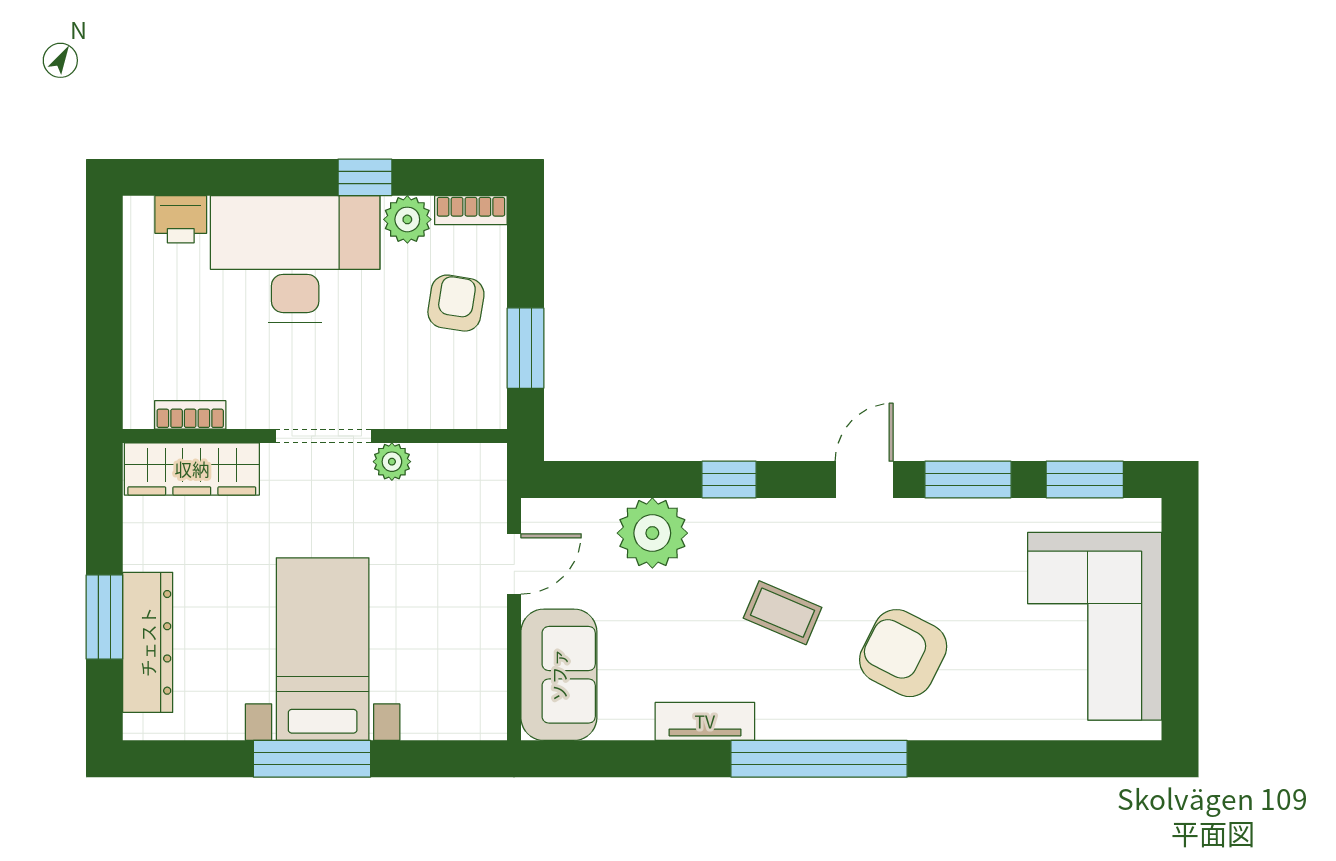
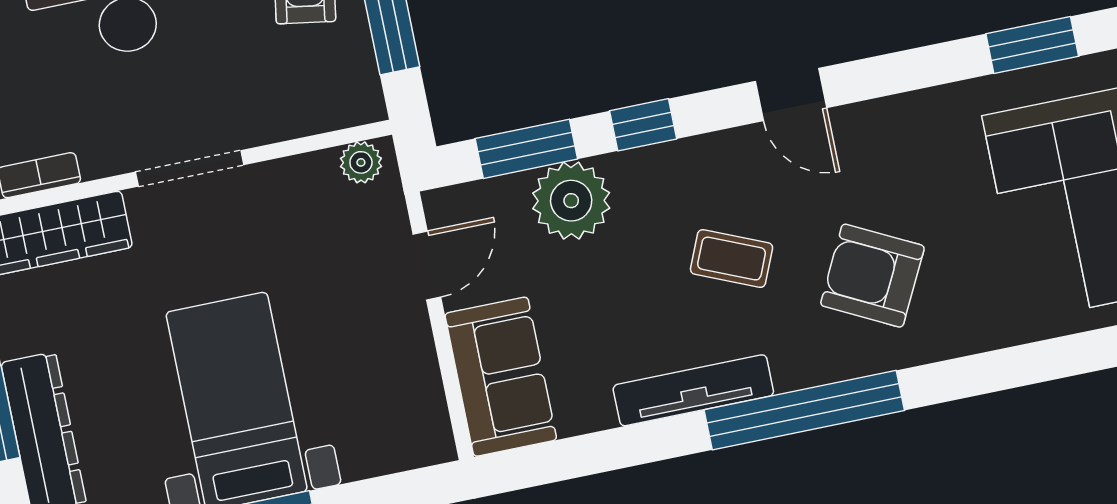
plant: (392, 462) -> (361, 162), moved
door: (864, 480) -> (791, 94), swing flipped
window: (968, 480) -> (526, 149), moved
tv unit: (705, 721) -> (693, 390), width x1.41

